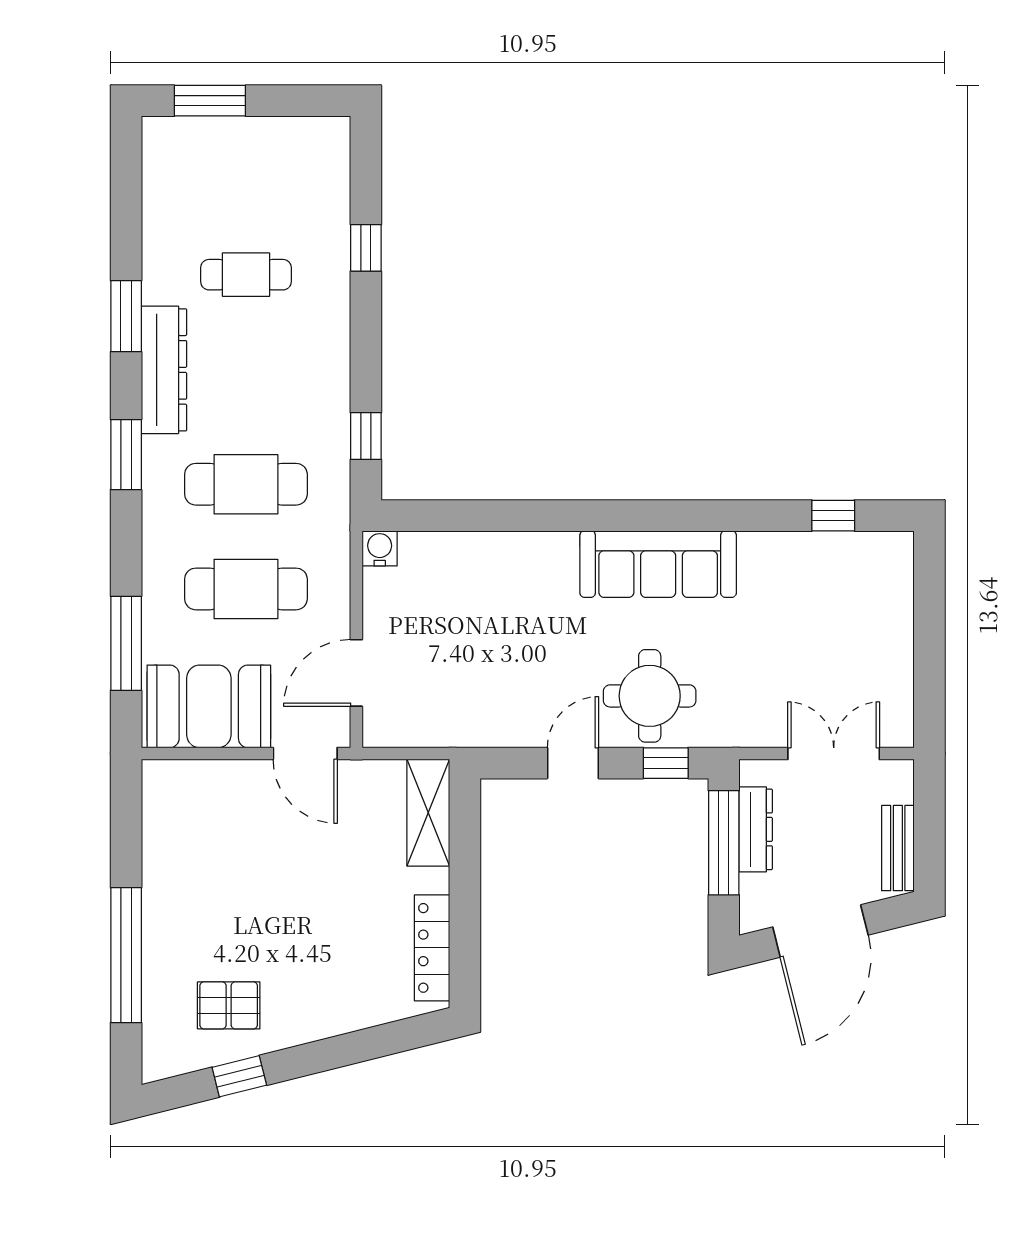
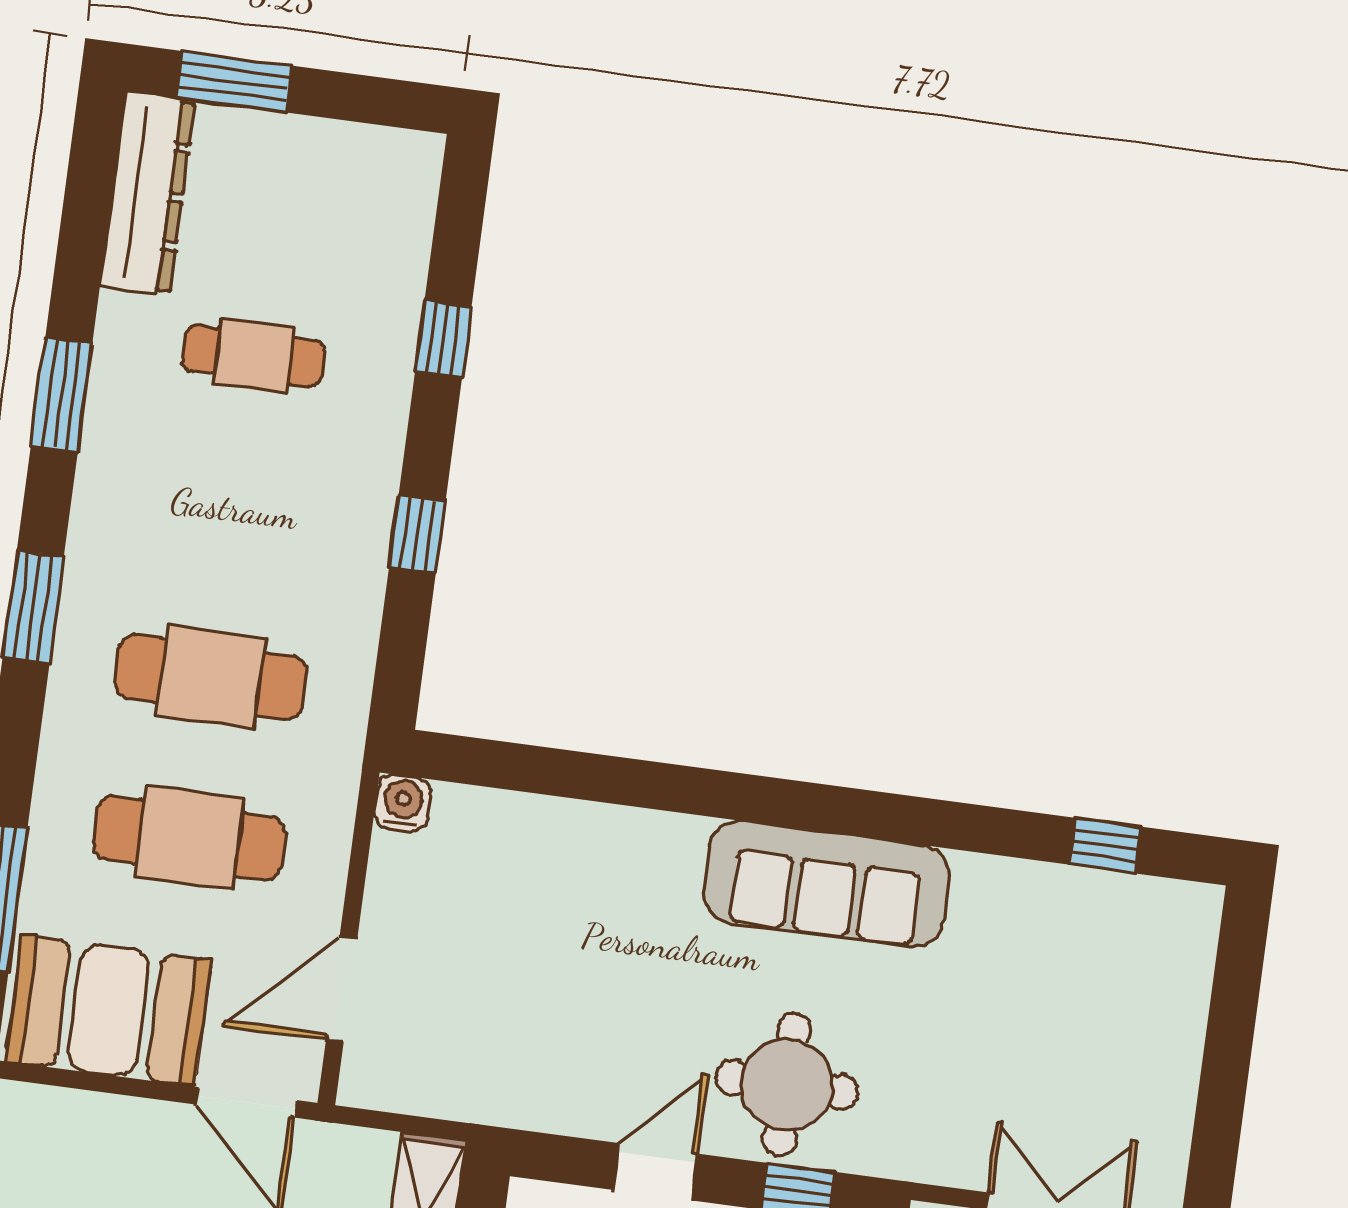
dresser: (164, 370) -> (148, 193), moved
window: (366, 436) -> (417, 535), moved

